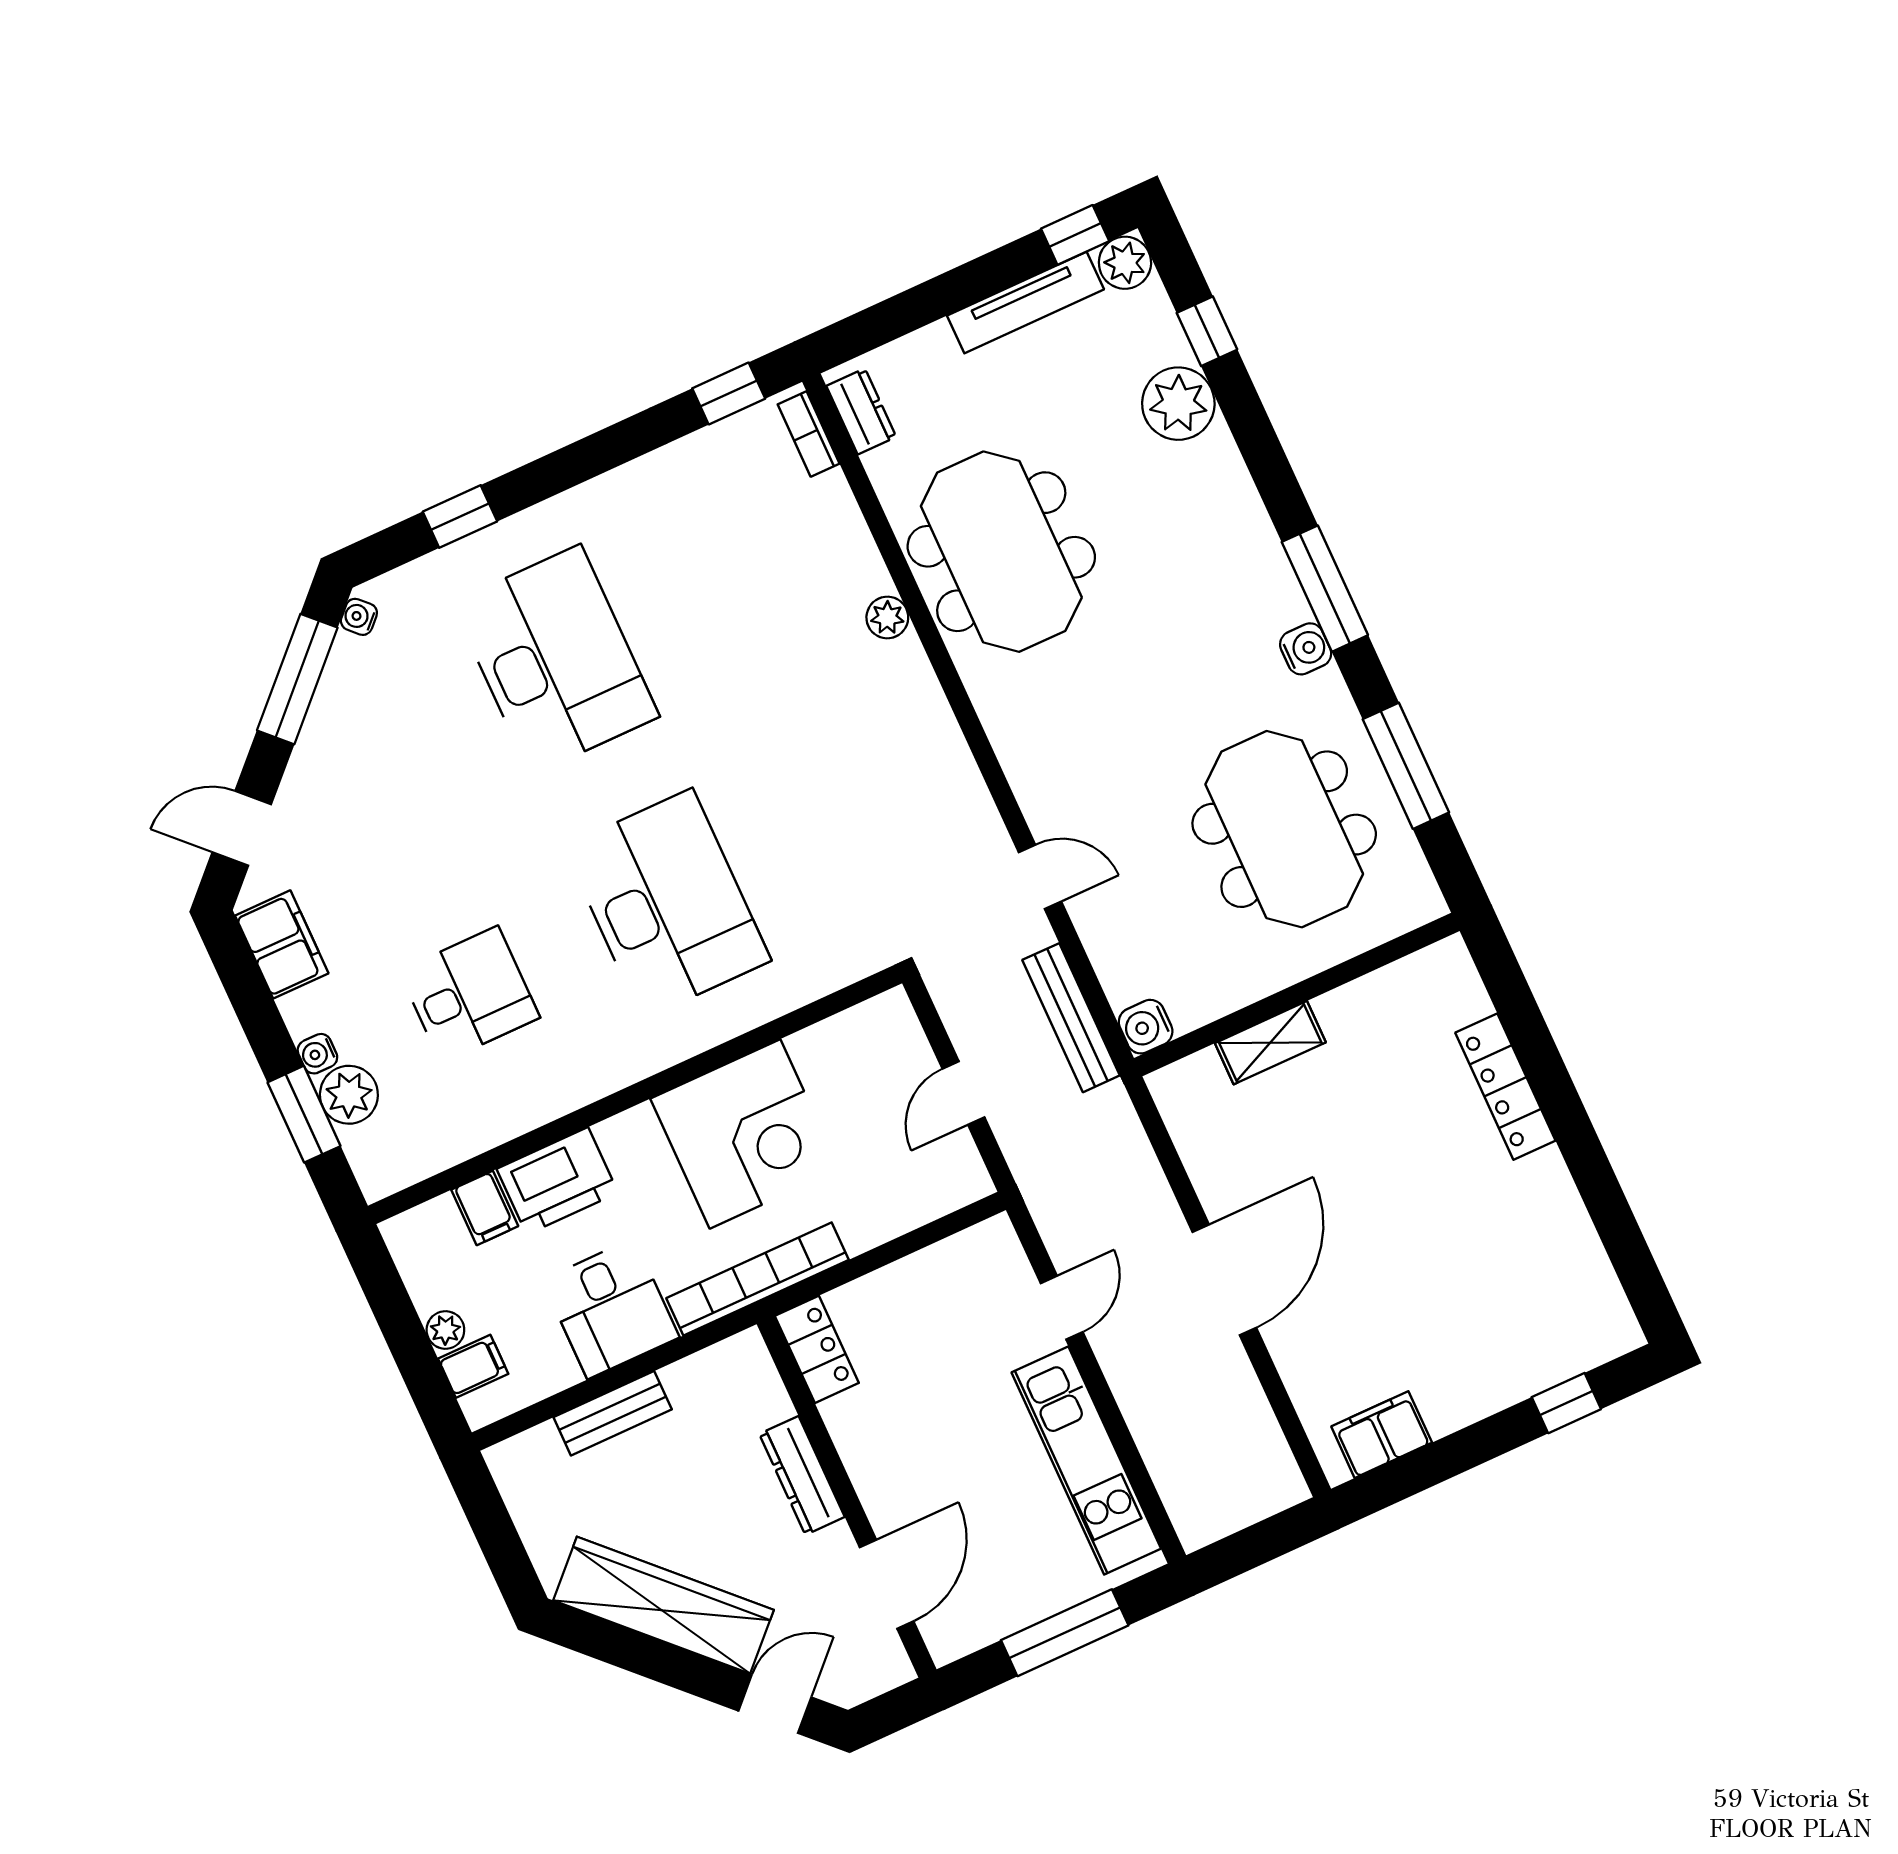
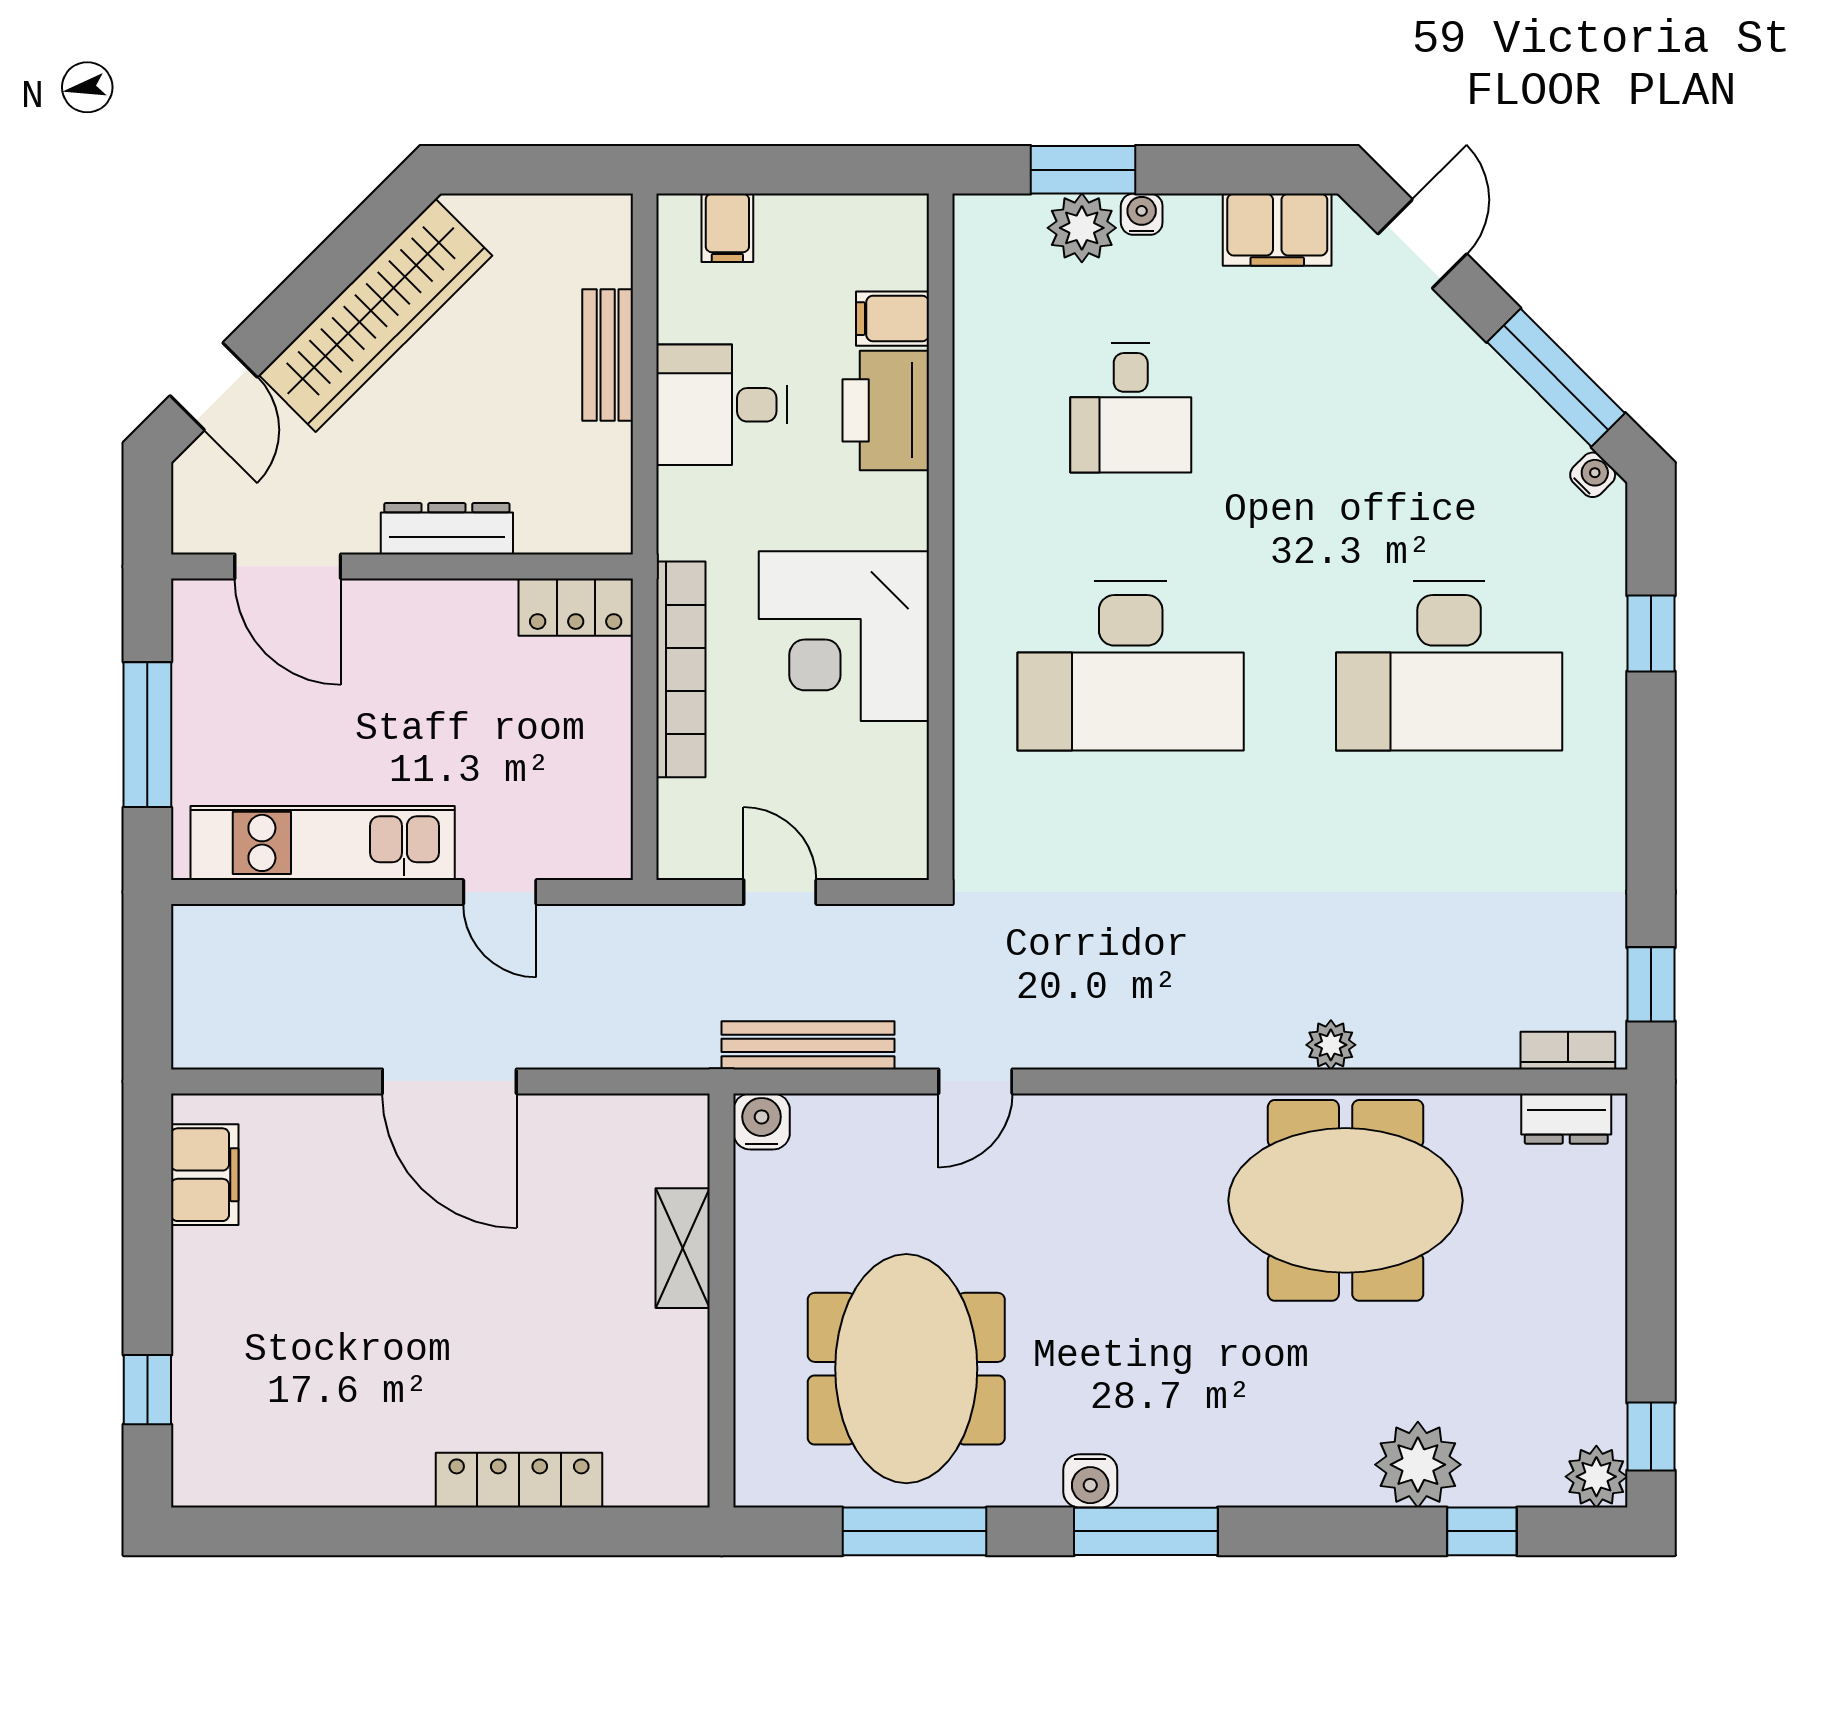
tv unit: (1026, 302) -> (1603, 1350), removed
meeting table: (1284, 829) -> (906, 1369), turned 90
bookcase: (758, 1279) -> (681, 669), moved
plant: (445, 1330) -> (780, 216), removed

